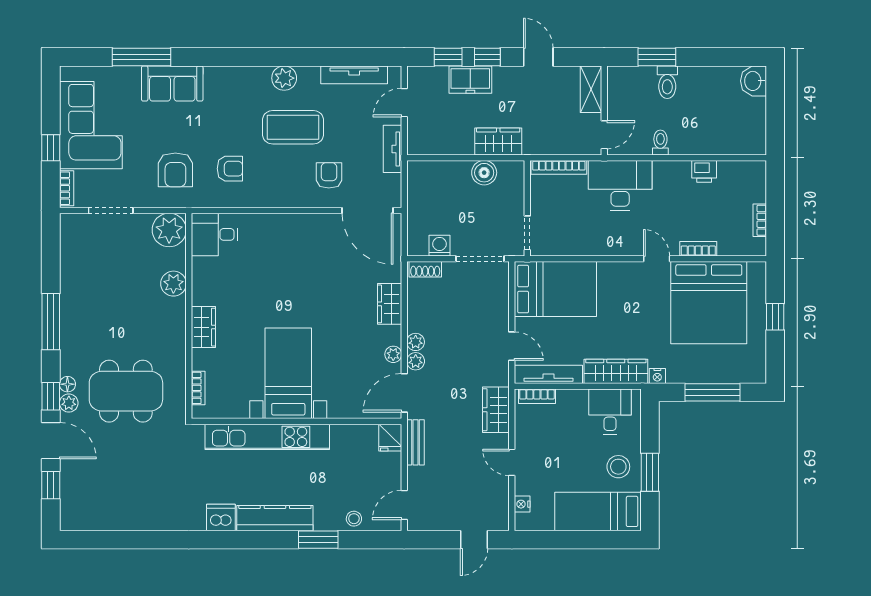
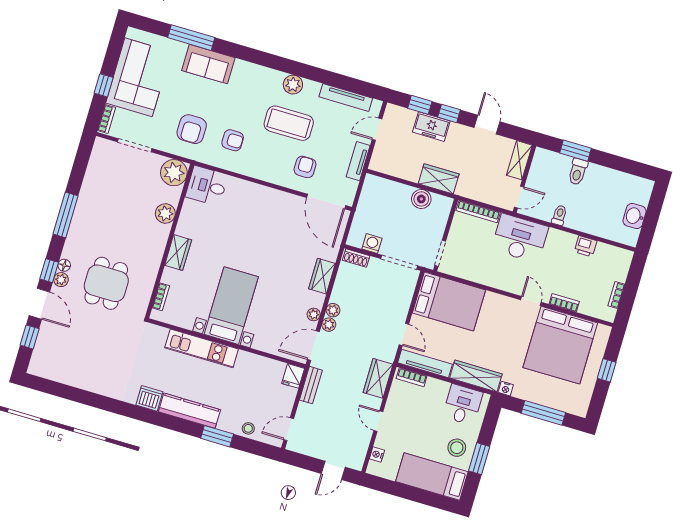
washbasin: (754, 81) -> (635, 216), moved
dining table: (126, 391) -> (106, 283), width x0.73
kitchen unit: (267, 437) -> (202, 348), width x0.73

